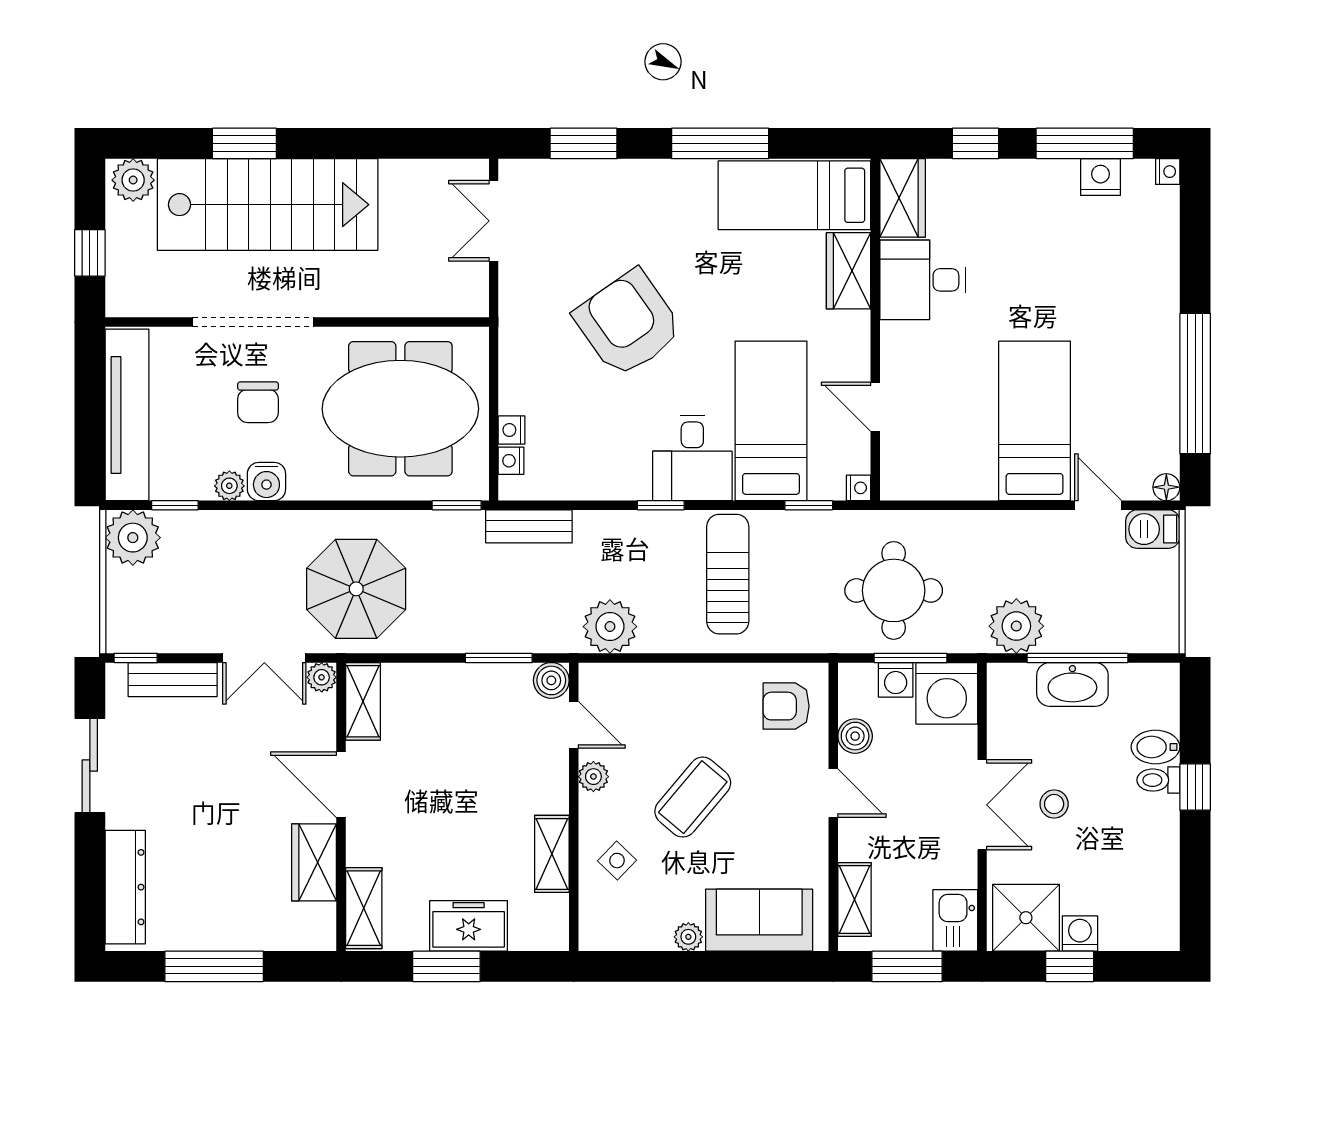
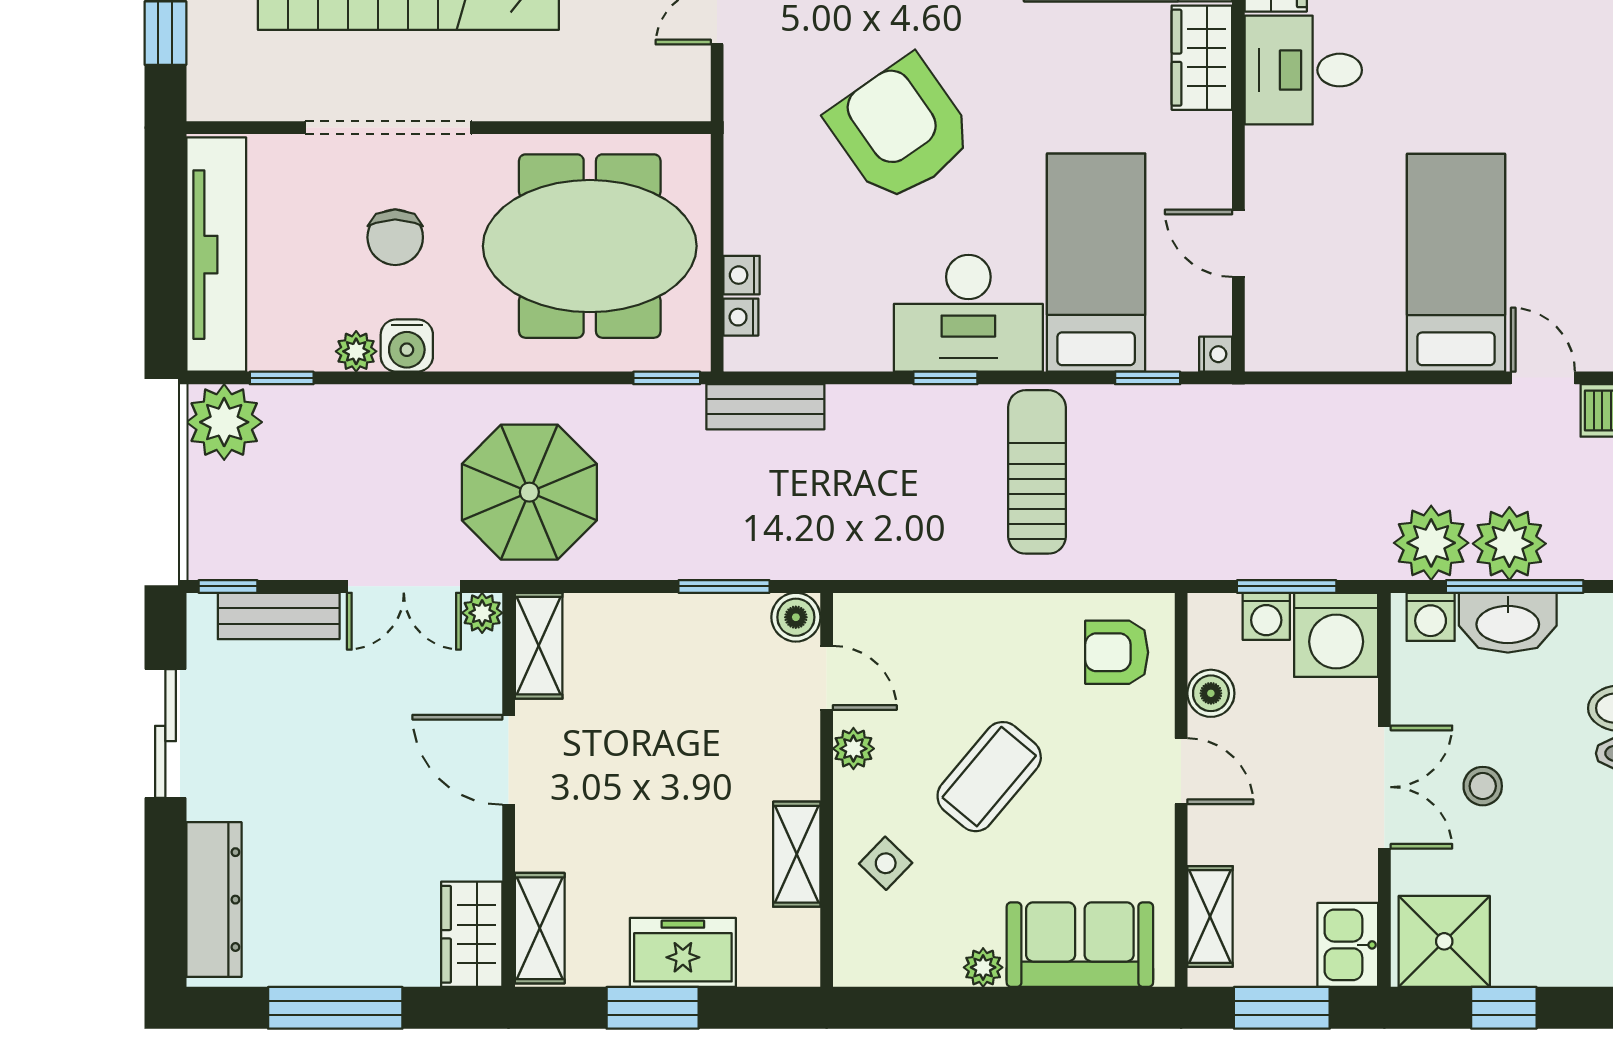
desk: (692, 458) -> (968, 313), width x1.37
round table: (894, 590) -> (1264, 494), removed
plant: (610, 627) -> (1509, 544), moved
wardrobe: (314, 862) -> (472, 934), moved
washing machine: (1080, 933) -> (1431, 617), moved, turned 180

